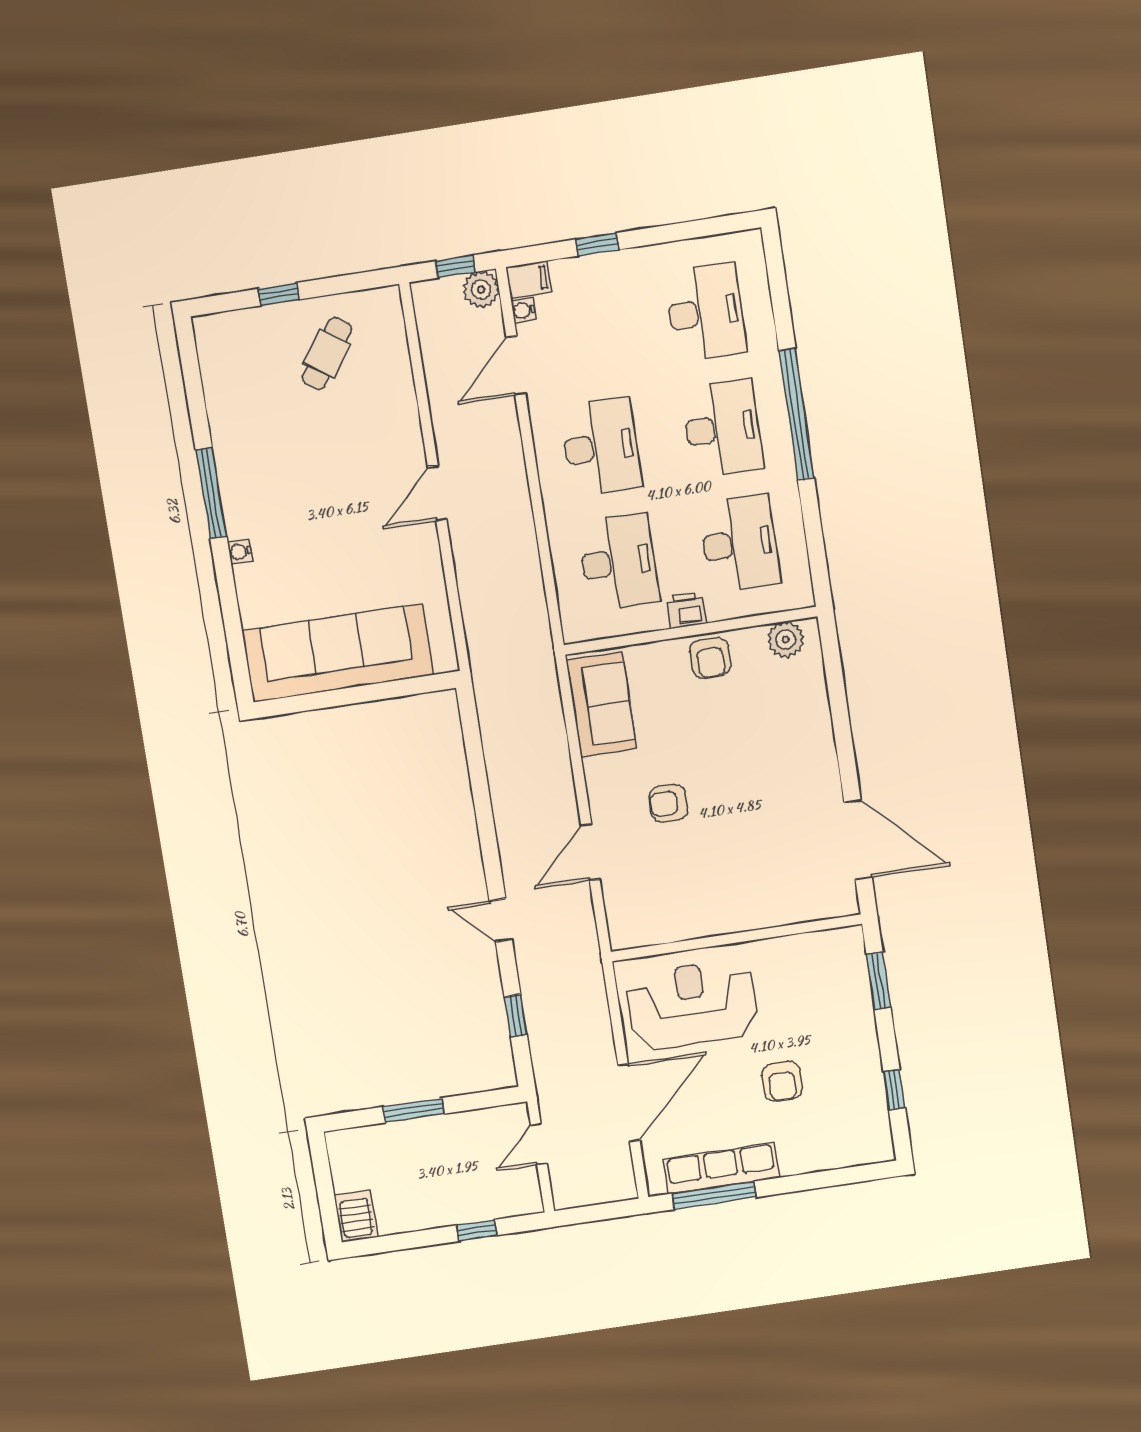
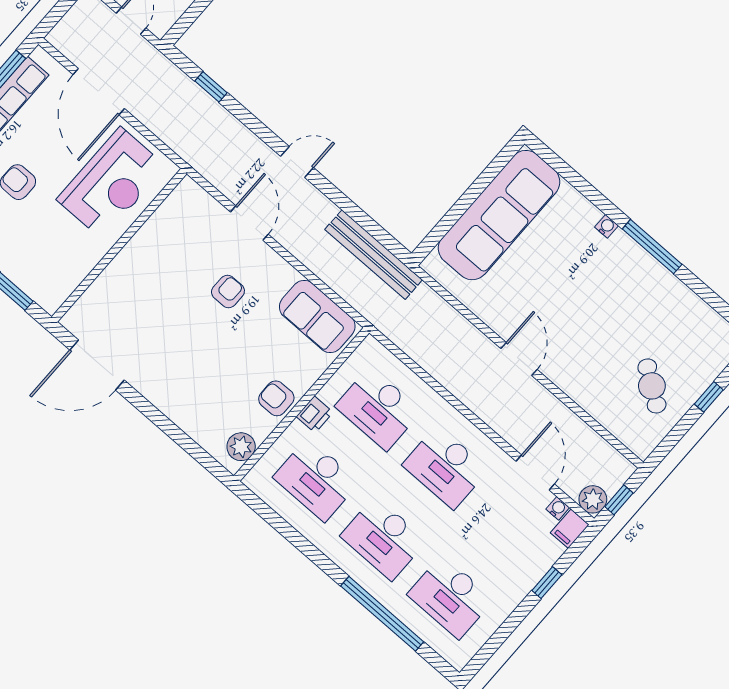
window: (797, 414) -> (382, 614), moved
bench: (494, 718) -> (374, 255), added
door: (501, 920) -> (297, 162), moved

